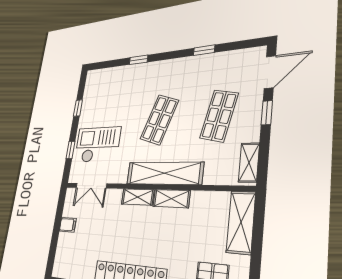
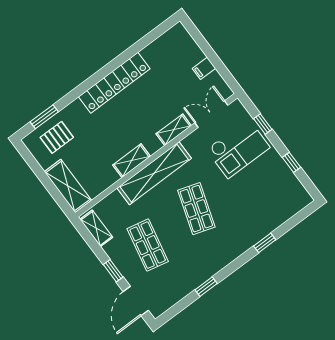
shelving: (138, 197) -> (174, 130), moved

